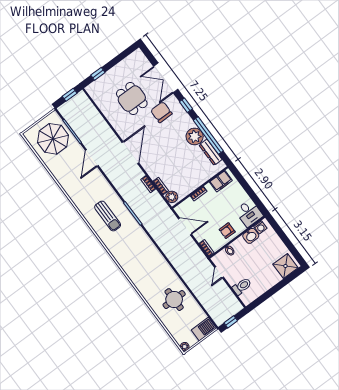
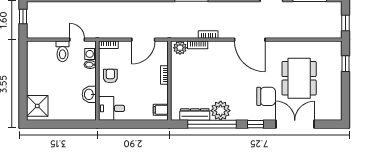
dining table: (132, 99) -> (299, 78), width x1.38
filing cabinet: (221, 181) -> (161, 110), width x0.50
washing machine: (260, 227) -> (91, 54), moved
toilet: (242, 286) -> (63, 51), moved

